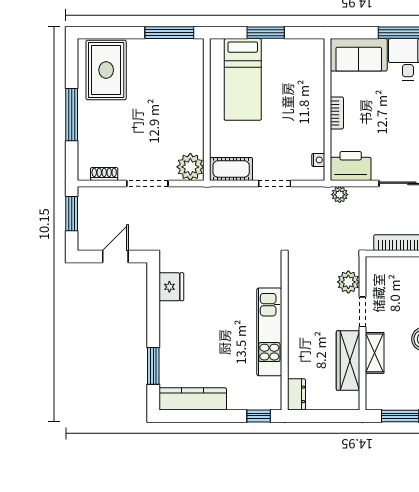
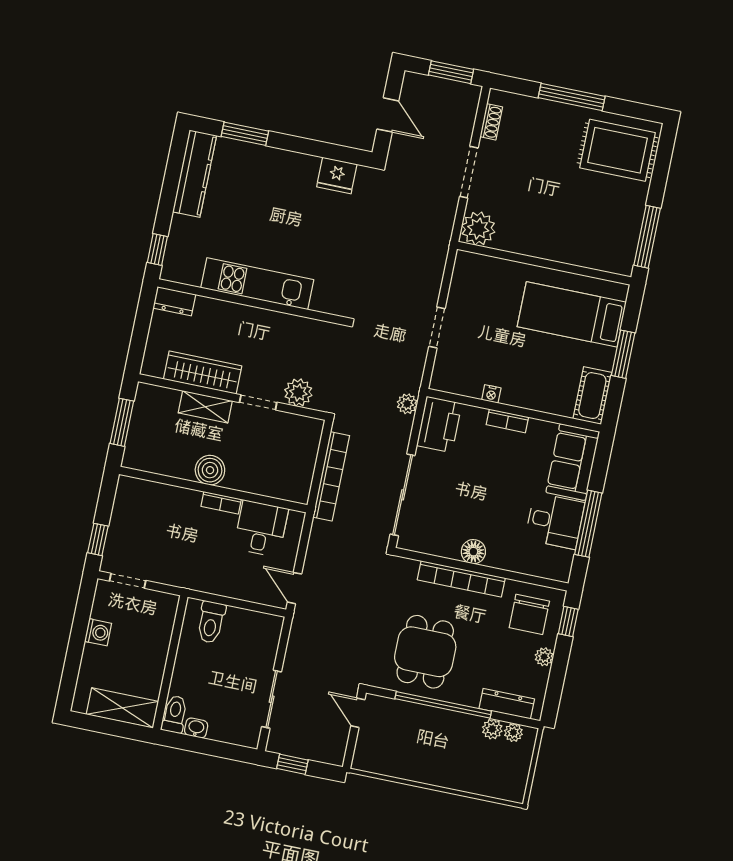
nightstand: (318, 160) -> (491, 394), moved
cot: (231, 169) -> (592, 396), moved

